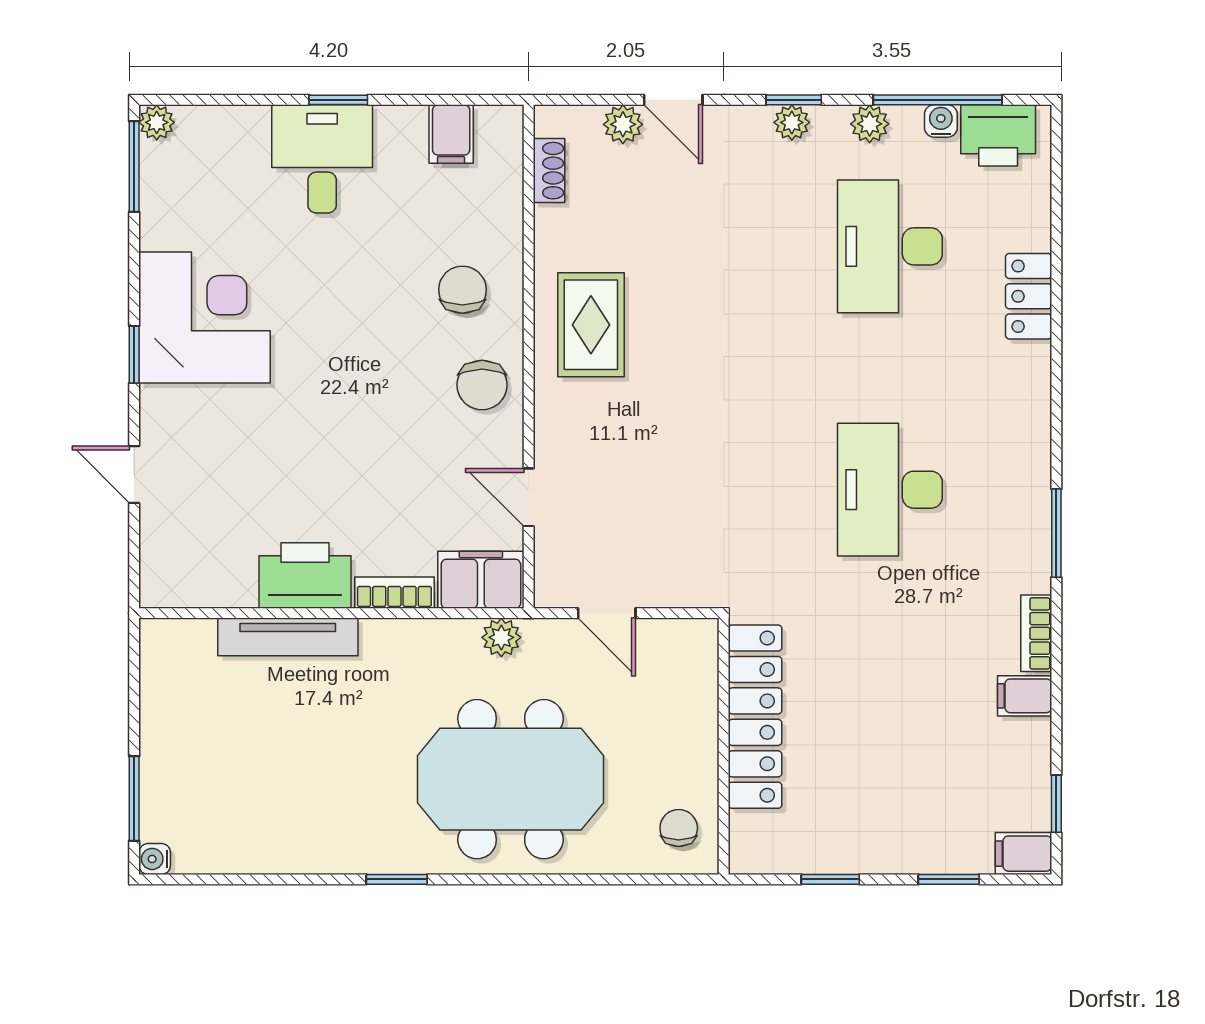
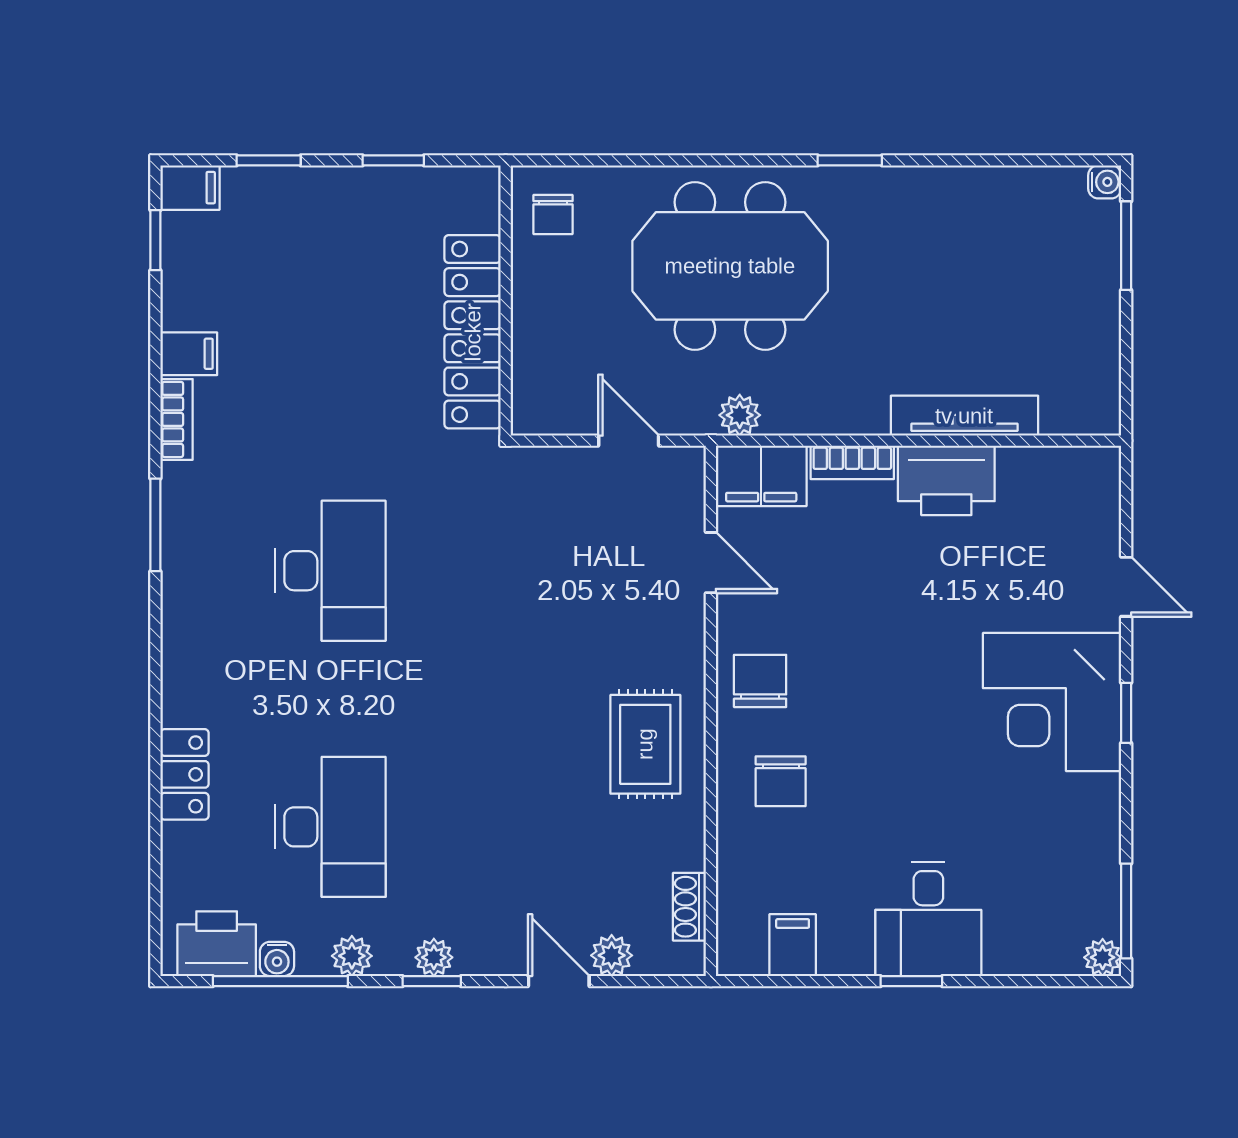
corner desk: (205, 317) -> (1052, 702), moved

